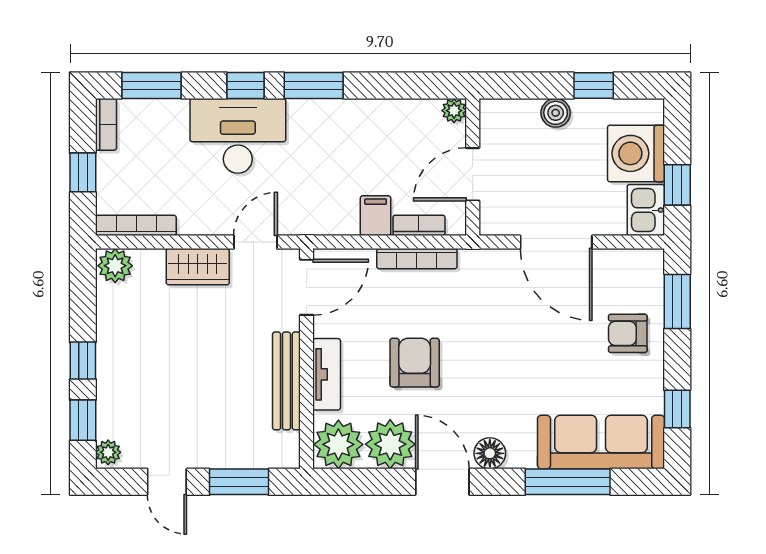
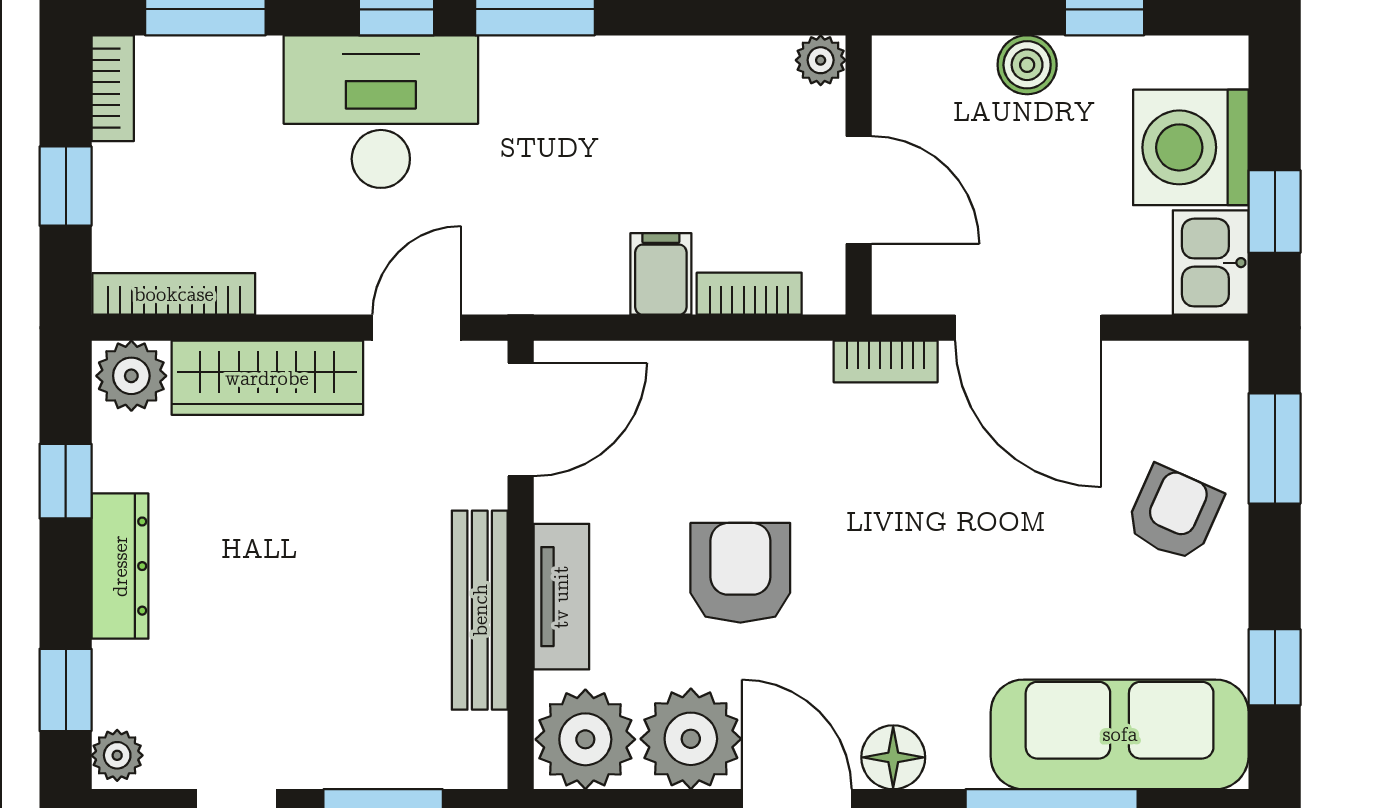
door: (473, 174) -> (859, 190), swing flipped
bookcase: (417, 259) -> (886, 362), moved, width x0.64
wardrobe: (198, 267) -> (267, 378), width x1.50
armchair: (628, 333) -> (1174, 513), turned 114
dresser: (110, 359) -> (120, 566), added
window: (83, 361) -> (66, 481), moved

